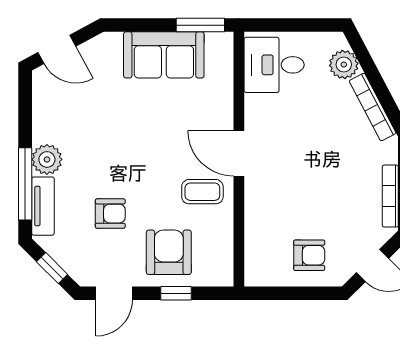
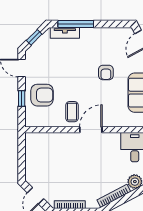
plant: (47, 159) -> (88, 35), removed
armchair: (110, 214) -> (106, 72), moved
armchair: (309, 255) -> (41, 164), removed

